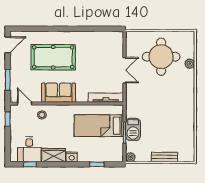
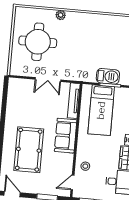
plant: (190, 64) -> (61, 15), moved
double door: (125, 70) -> (48, 80), swing flipped
sofa: (59, 93) -> (66, 136), moved

